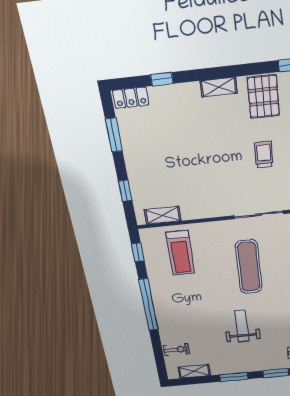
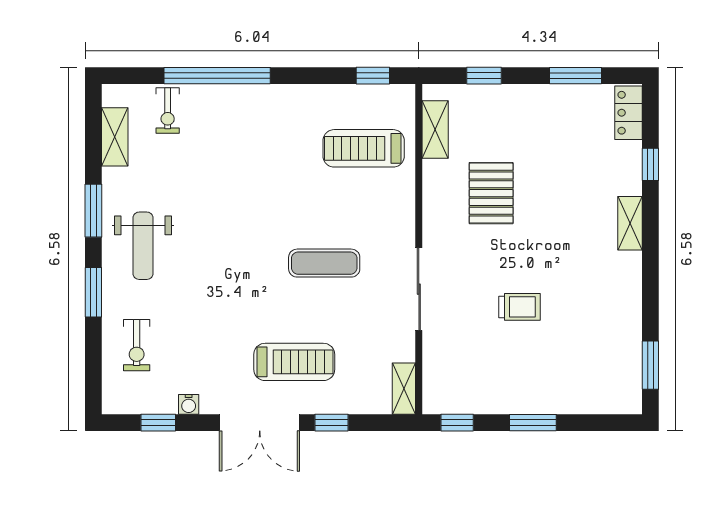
shelving: (219, 87) -> (630, 223), moved
pallet: (263, 97) -> (491, 193), moved, turned 90
exercise mat: (249, 267) -> (324, 263), width x0.73, depth x0.69
window: (148, 305) -> (217, 76), moved
weight bench: (242, 326) -> (143, 246), moved, turned 90

